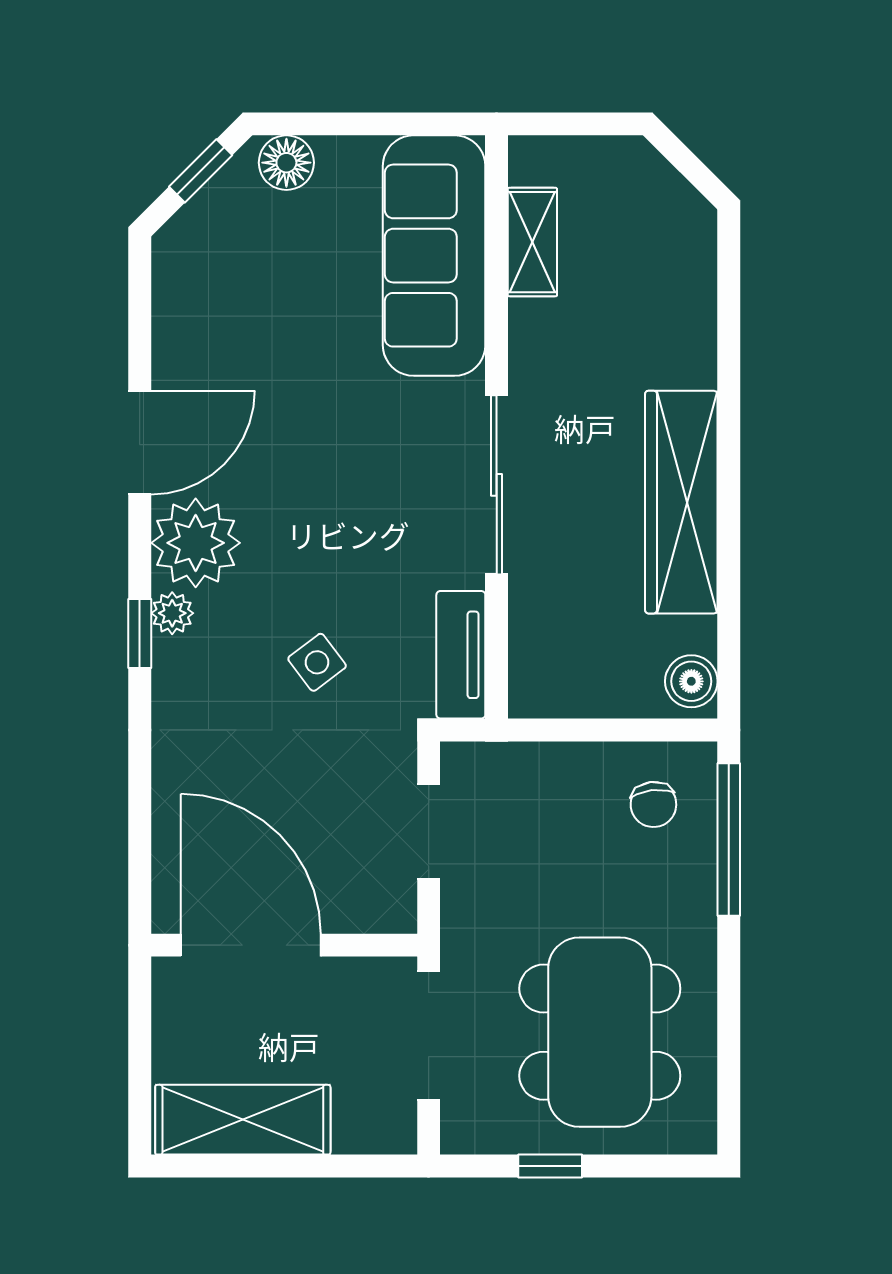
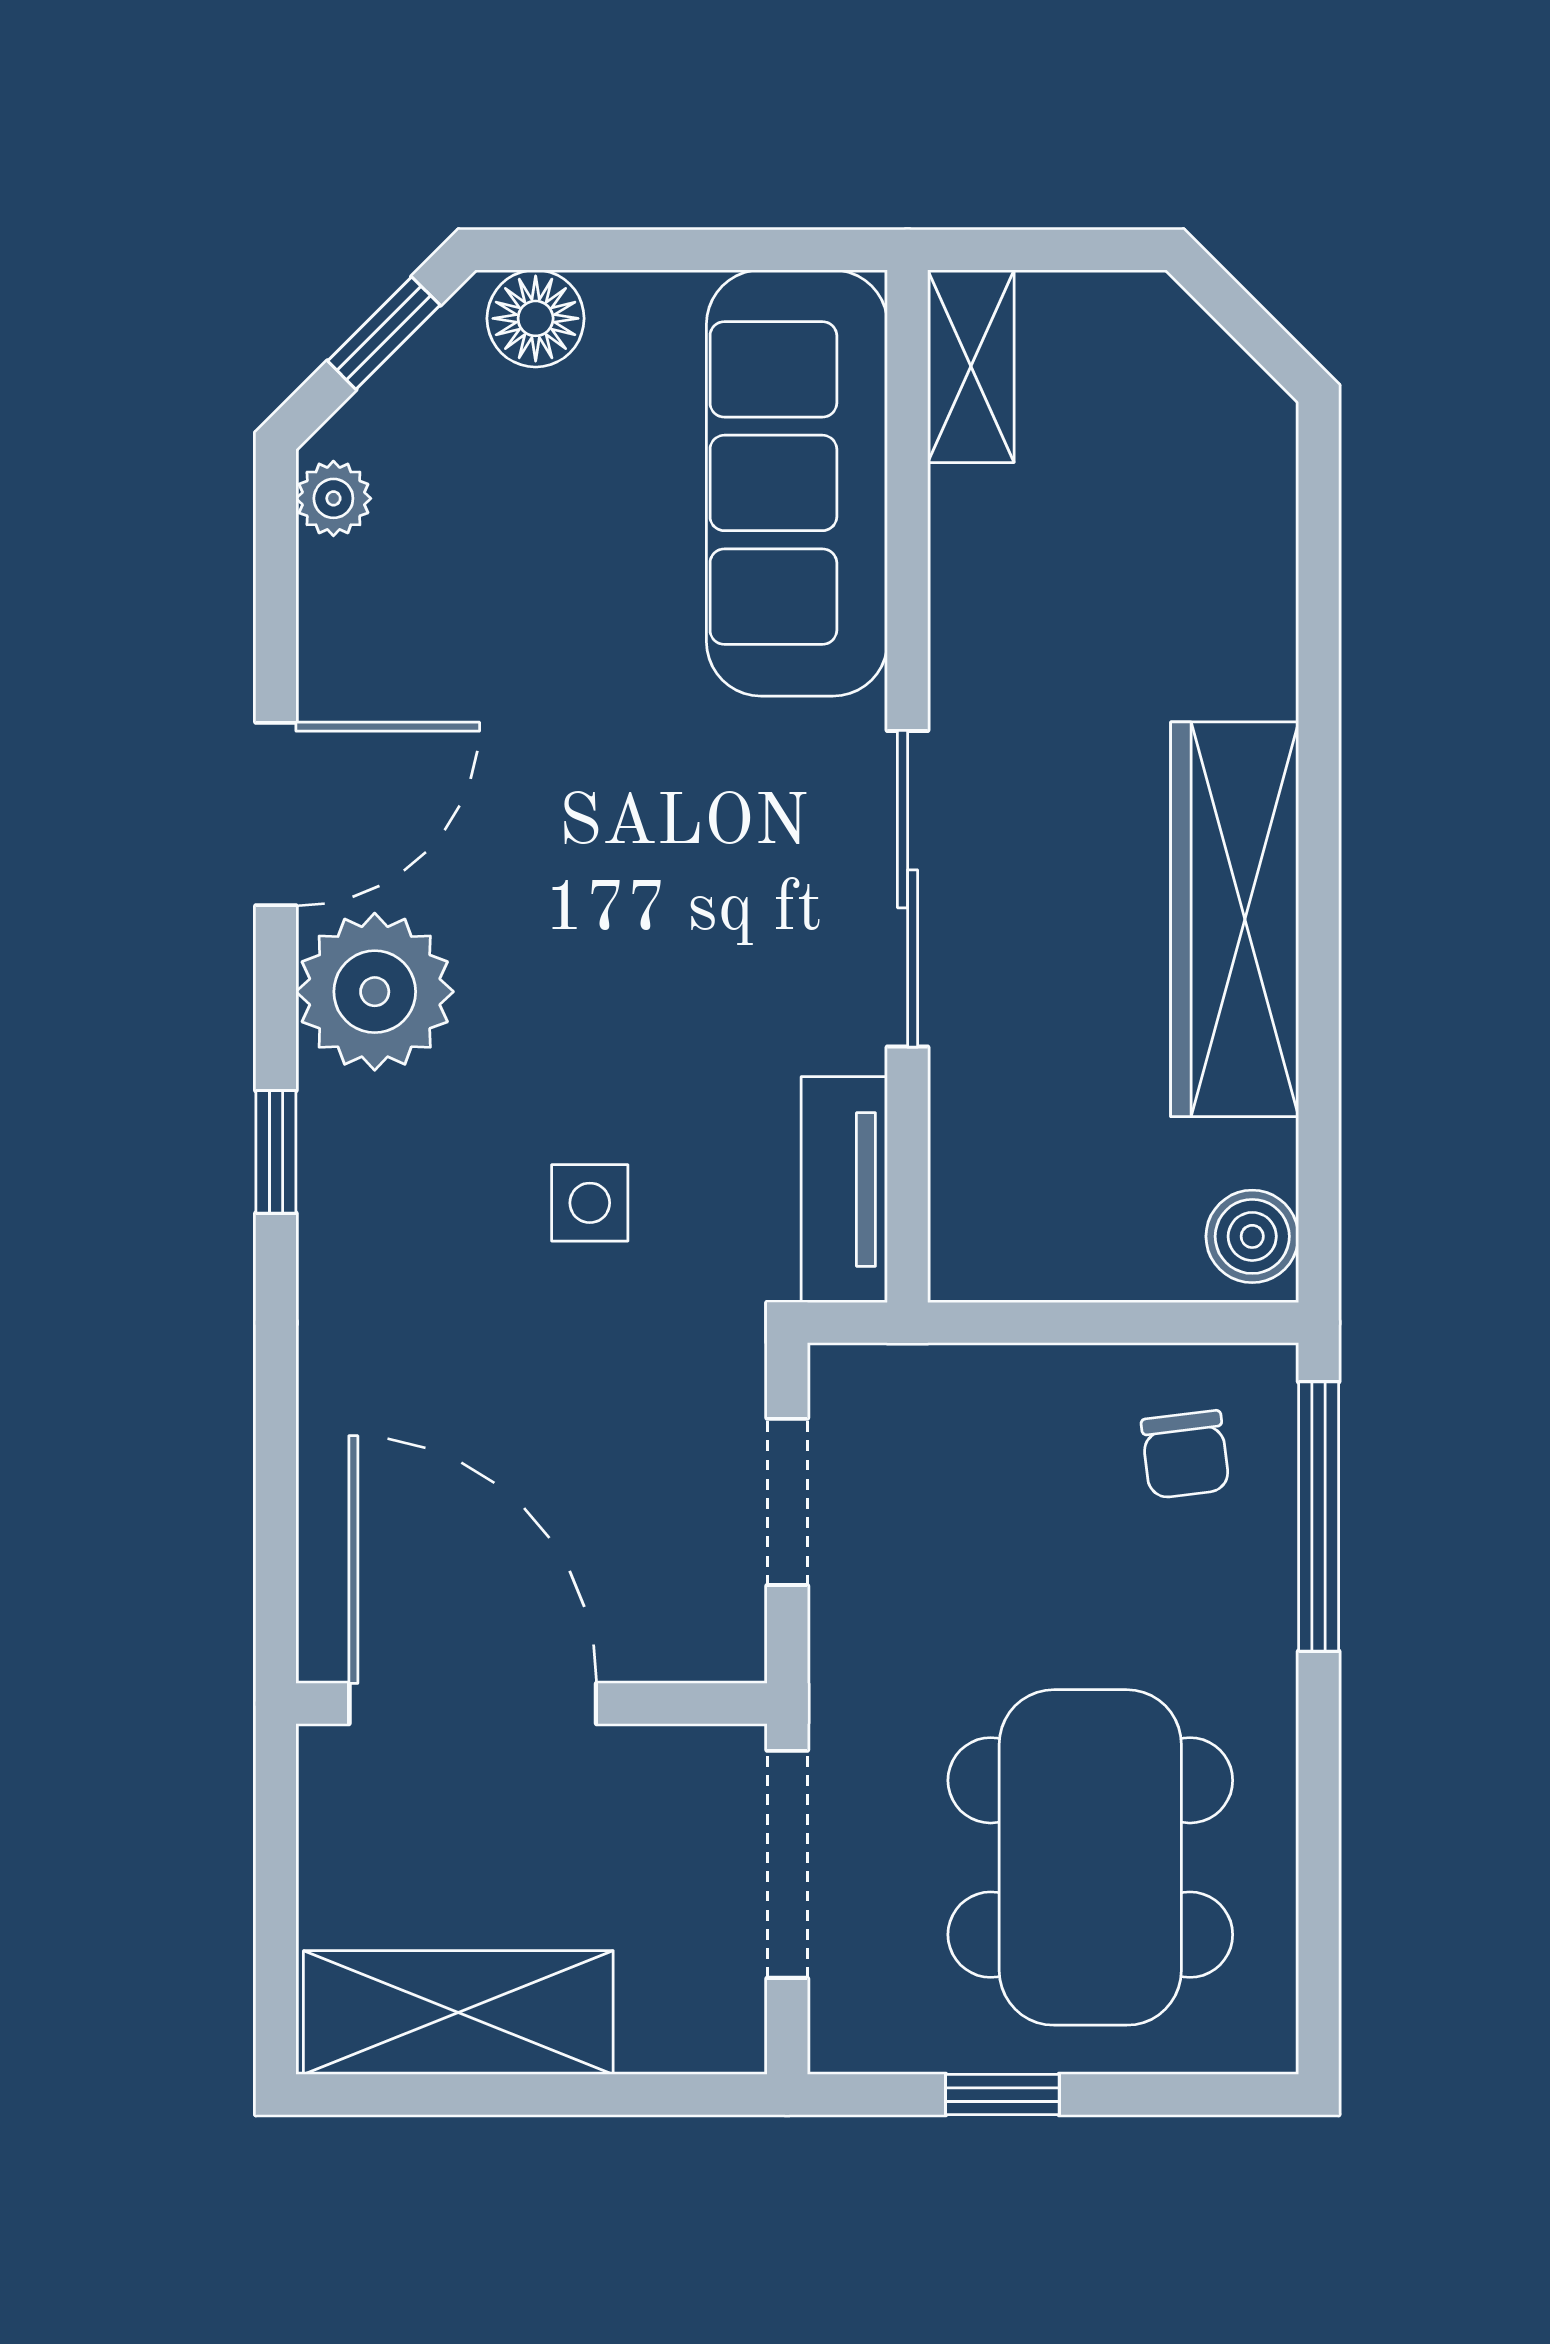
shelving: (532, 242) -> (971, 366), moved
plant: (172, 613) -> (333, 498), moved
side table: (317, 662) -> (590, 1203), turned 37

